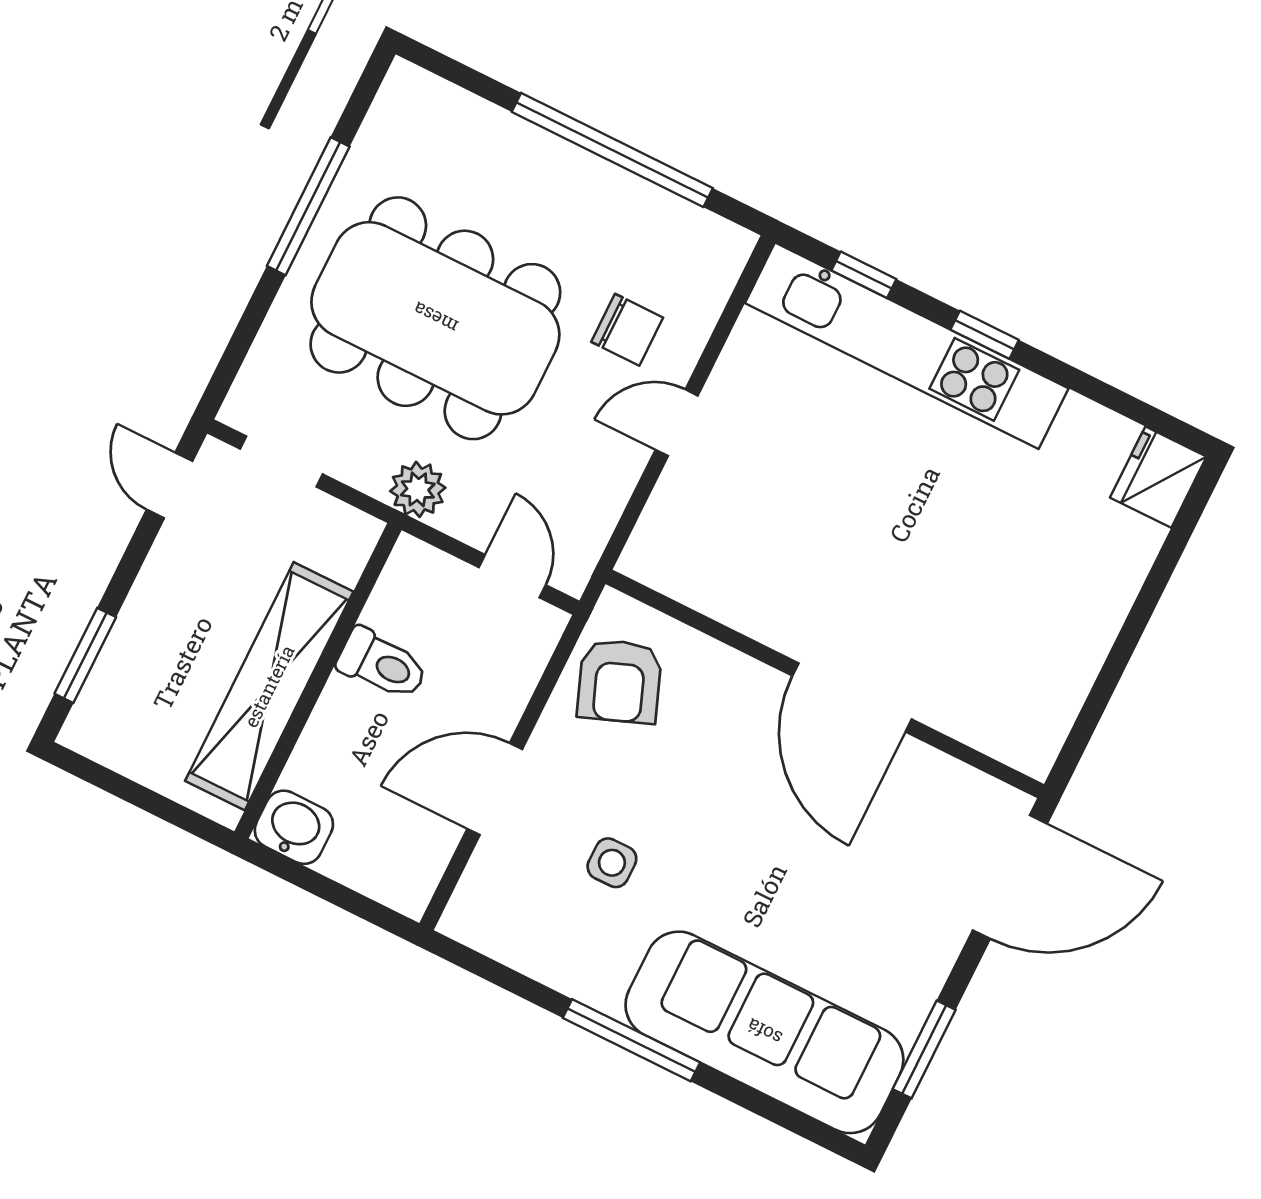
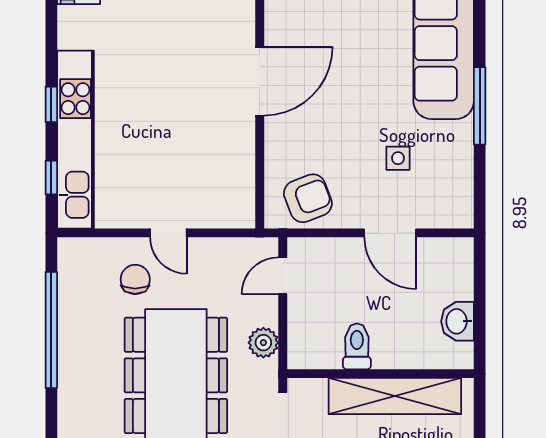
toilet: (382, 664) -> (357, 346), moved
wall: (318, 681) -> (380, 374), moved
shelving: (269, 686) -> (395, 396), moved

